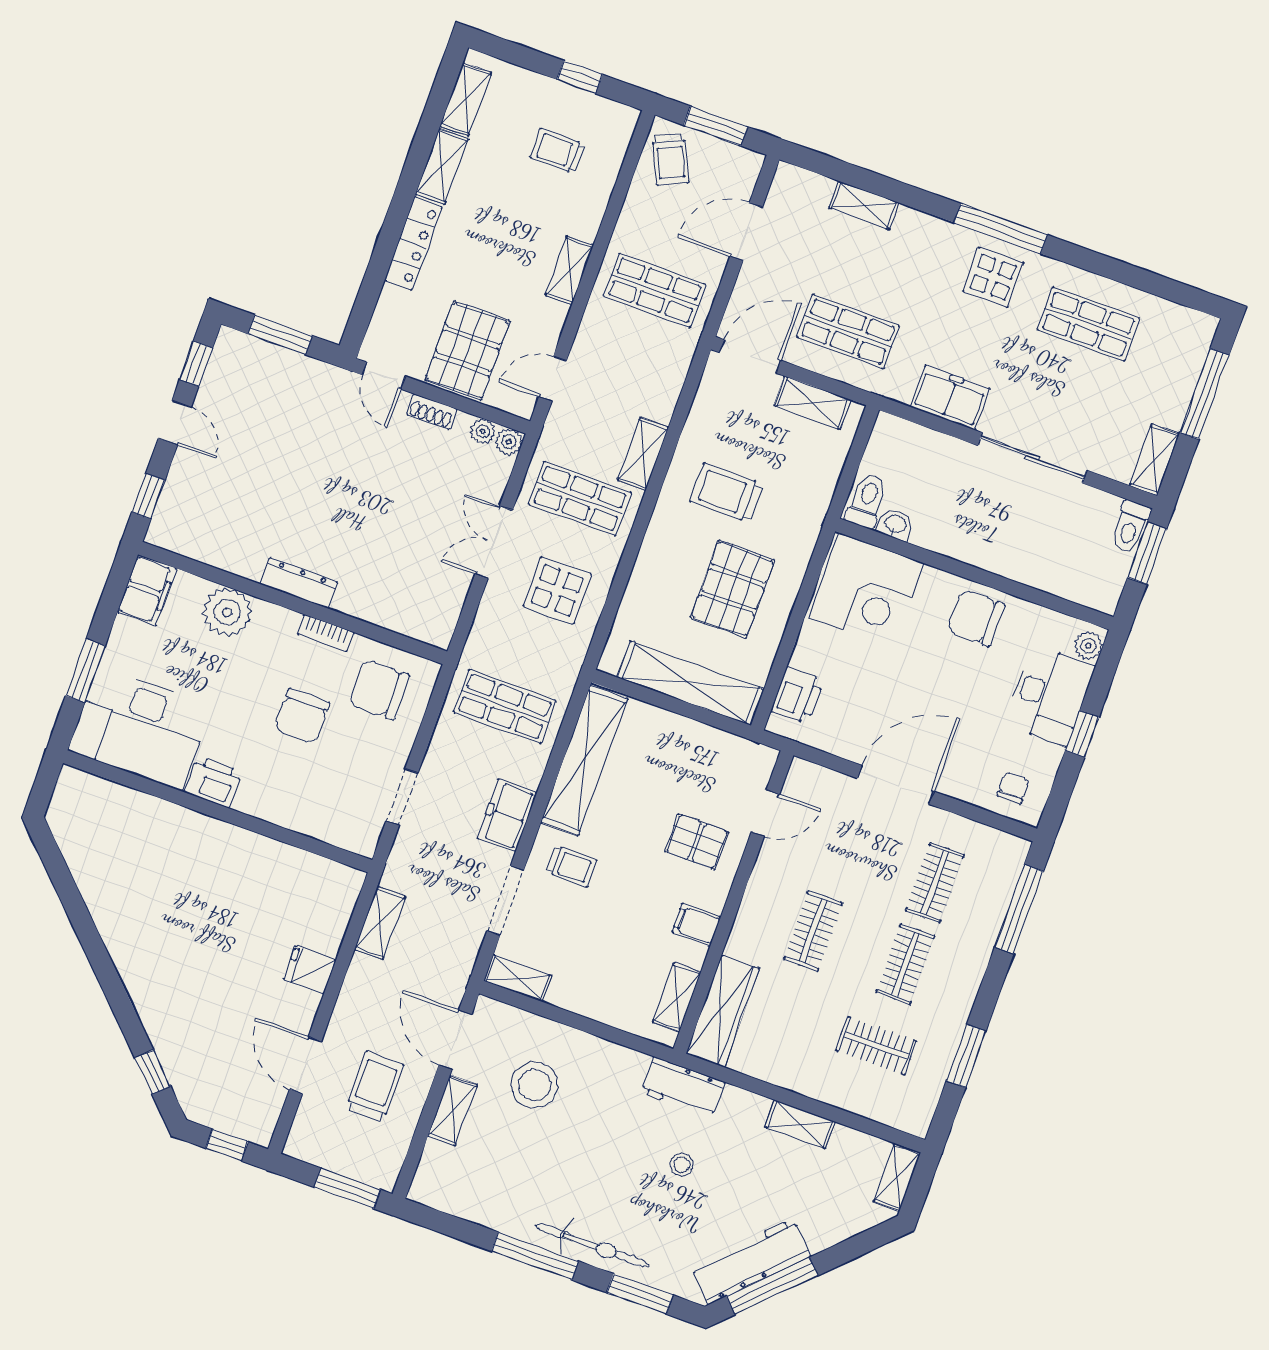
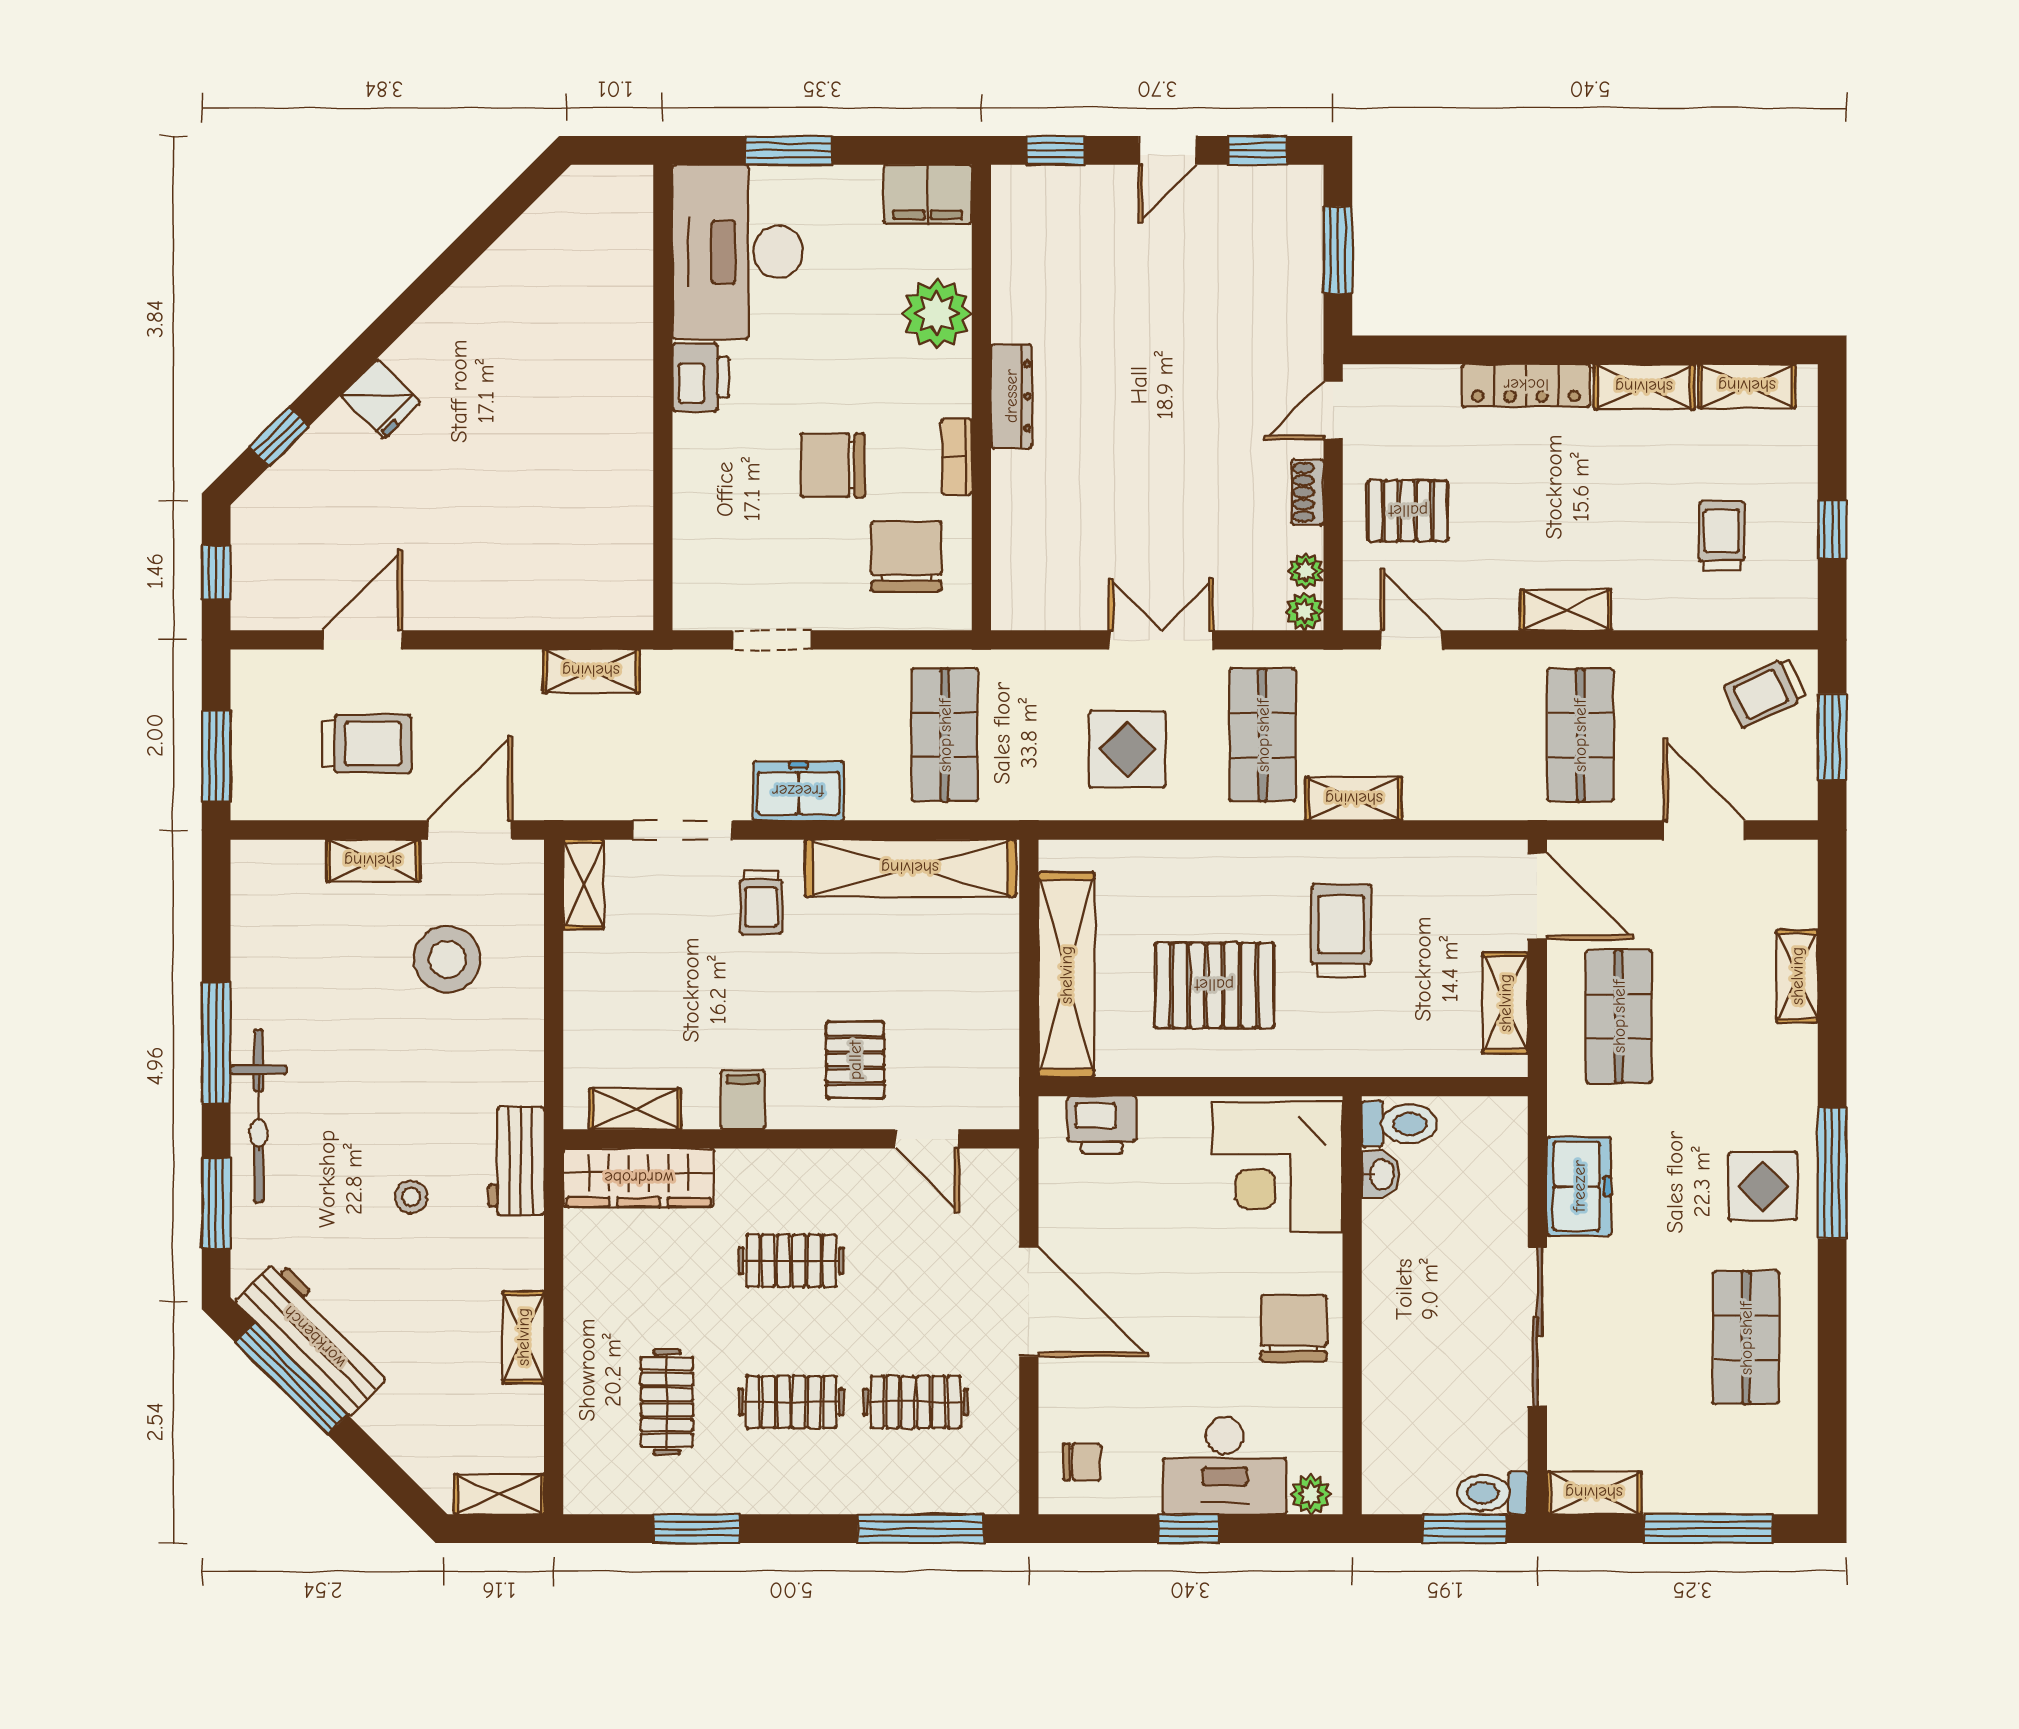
pallet: (467, 351) -> (1408, 511), width x0.67, depth x0.71
fridge: (310, 970) -> (380, 399), moved, turned 135

